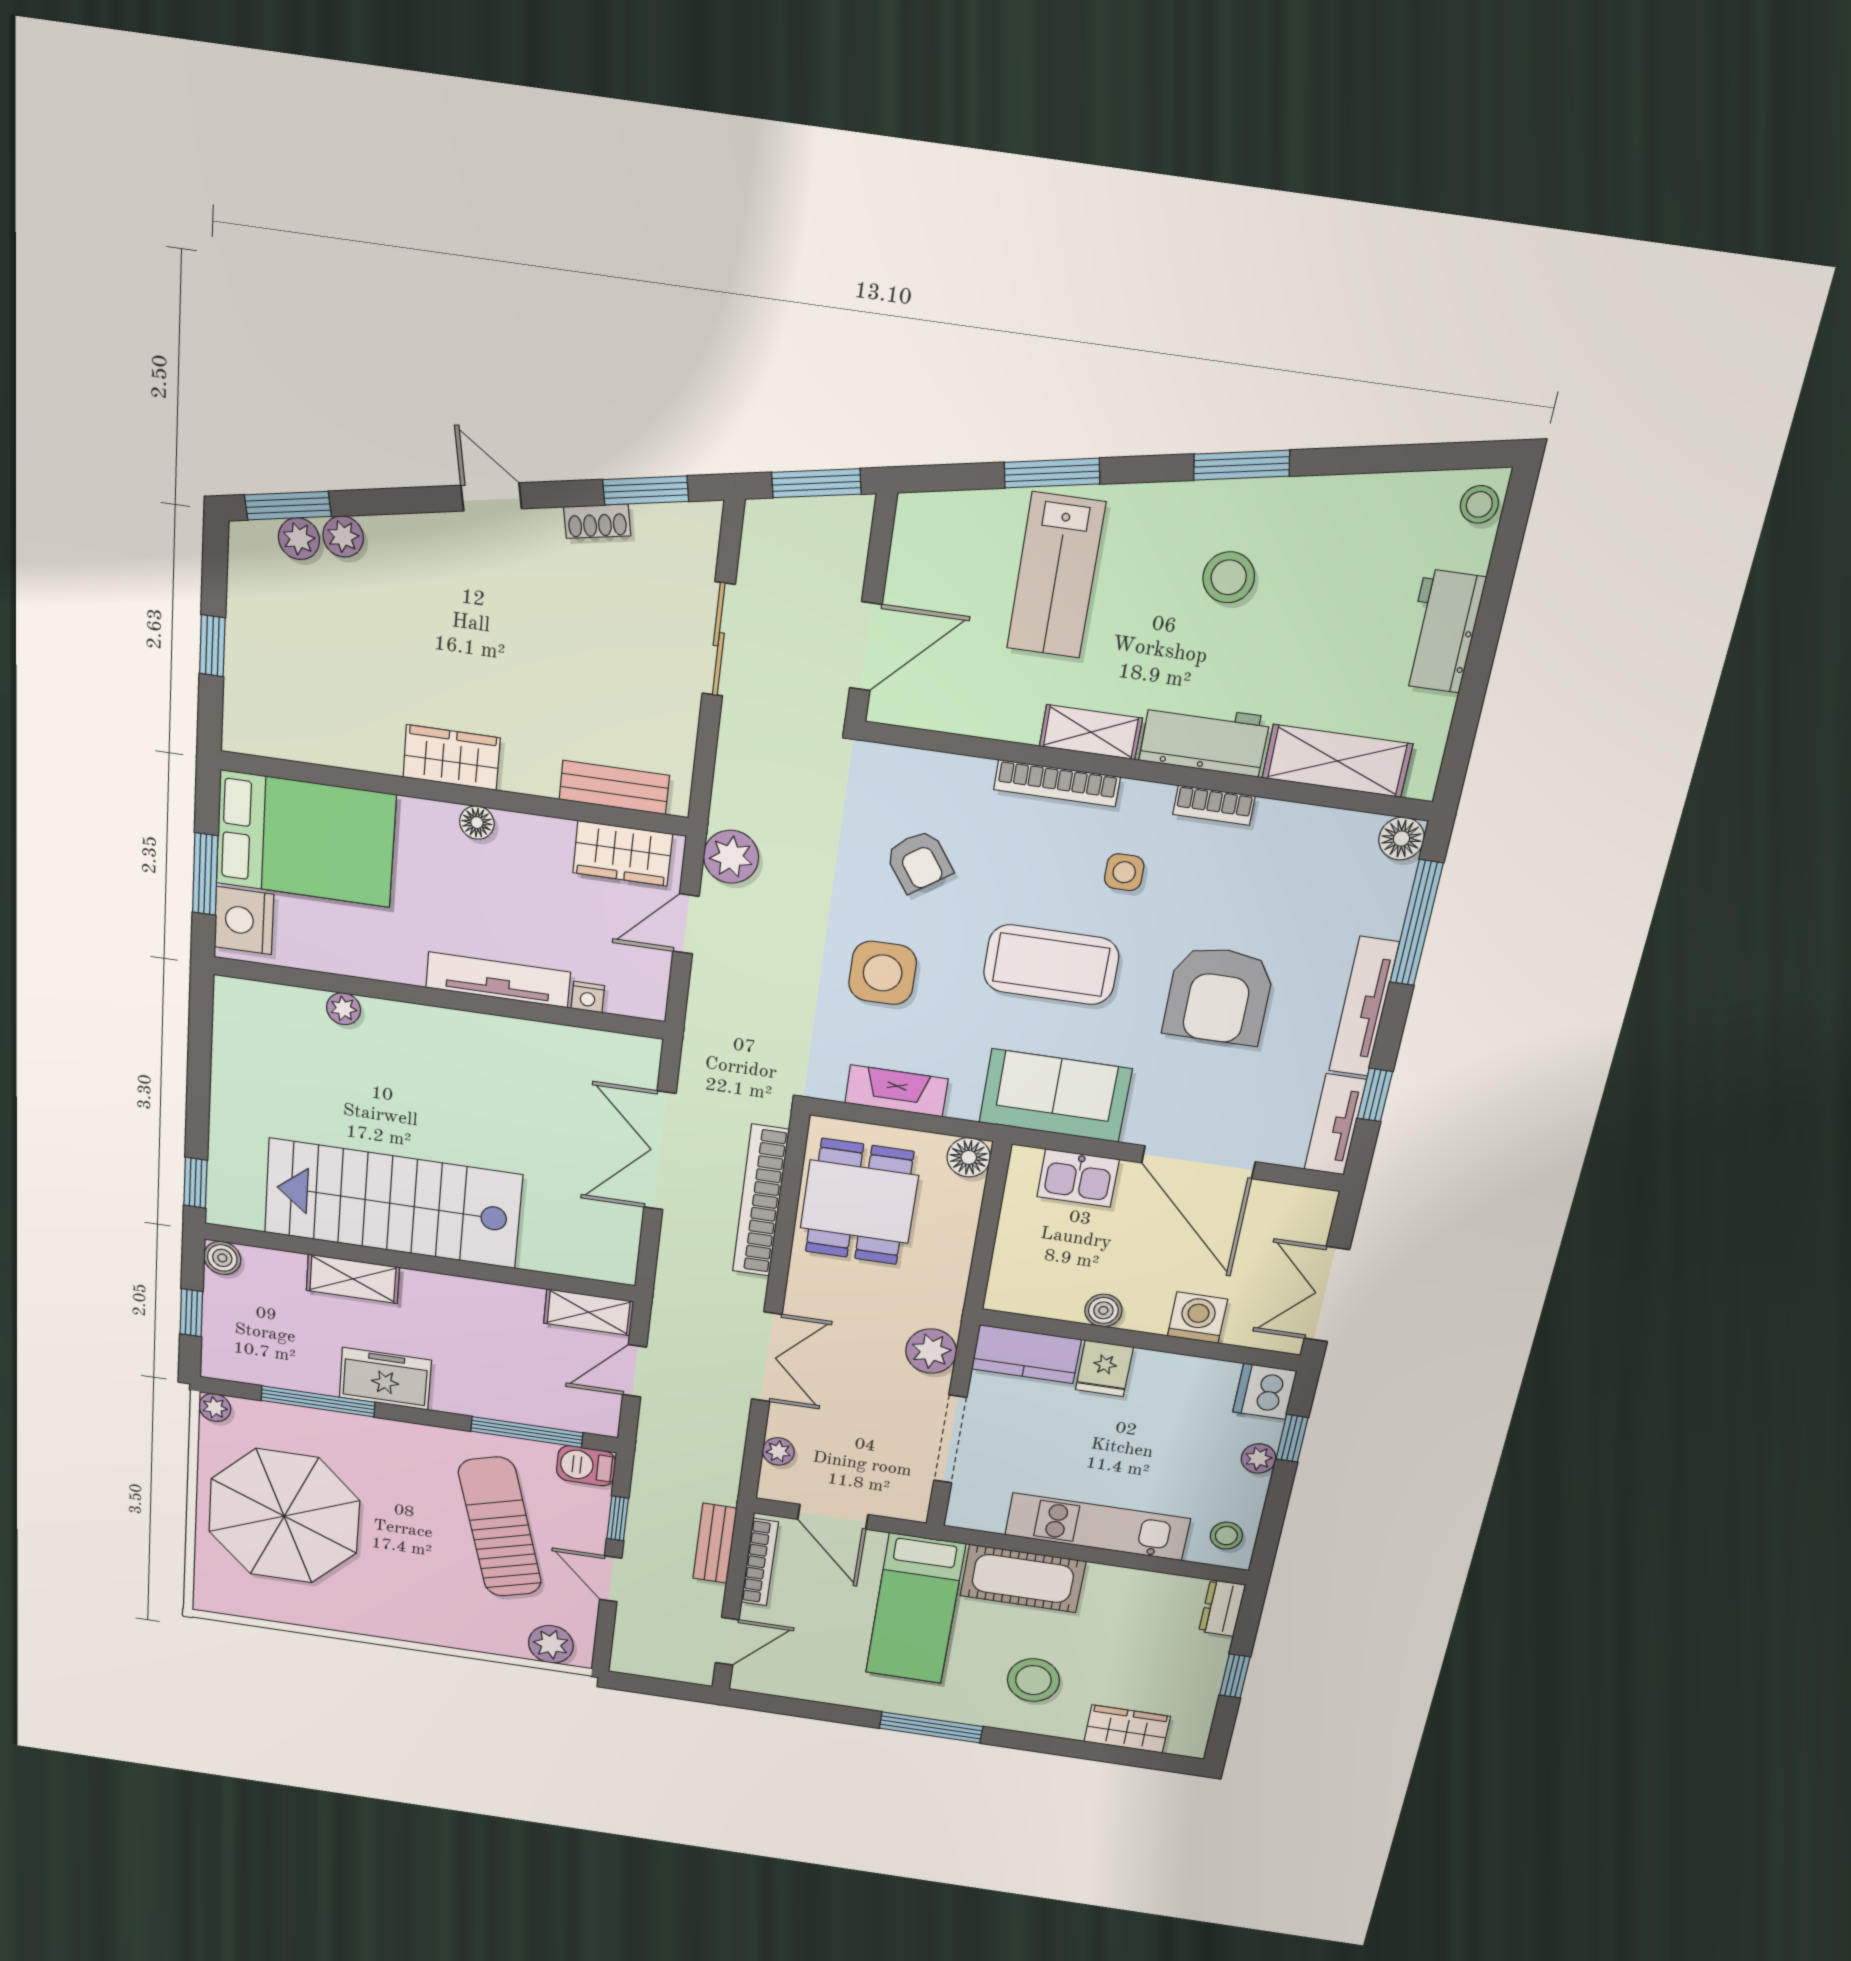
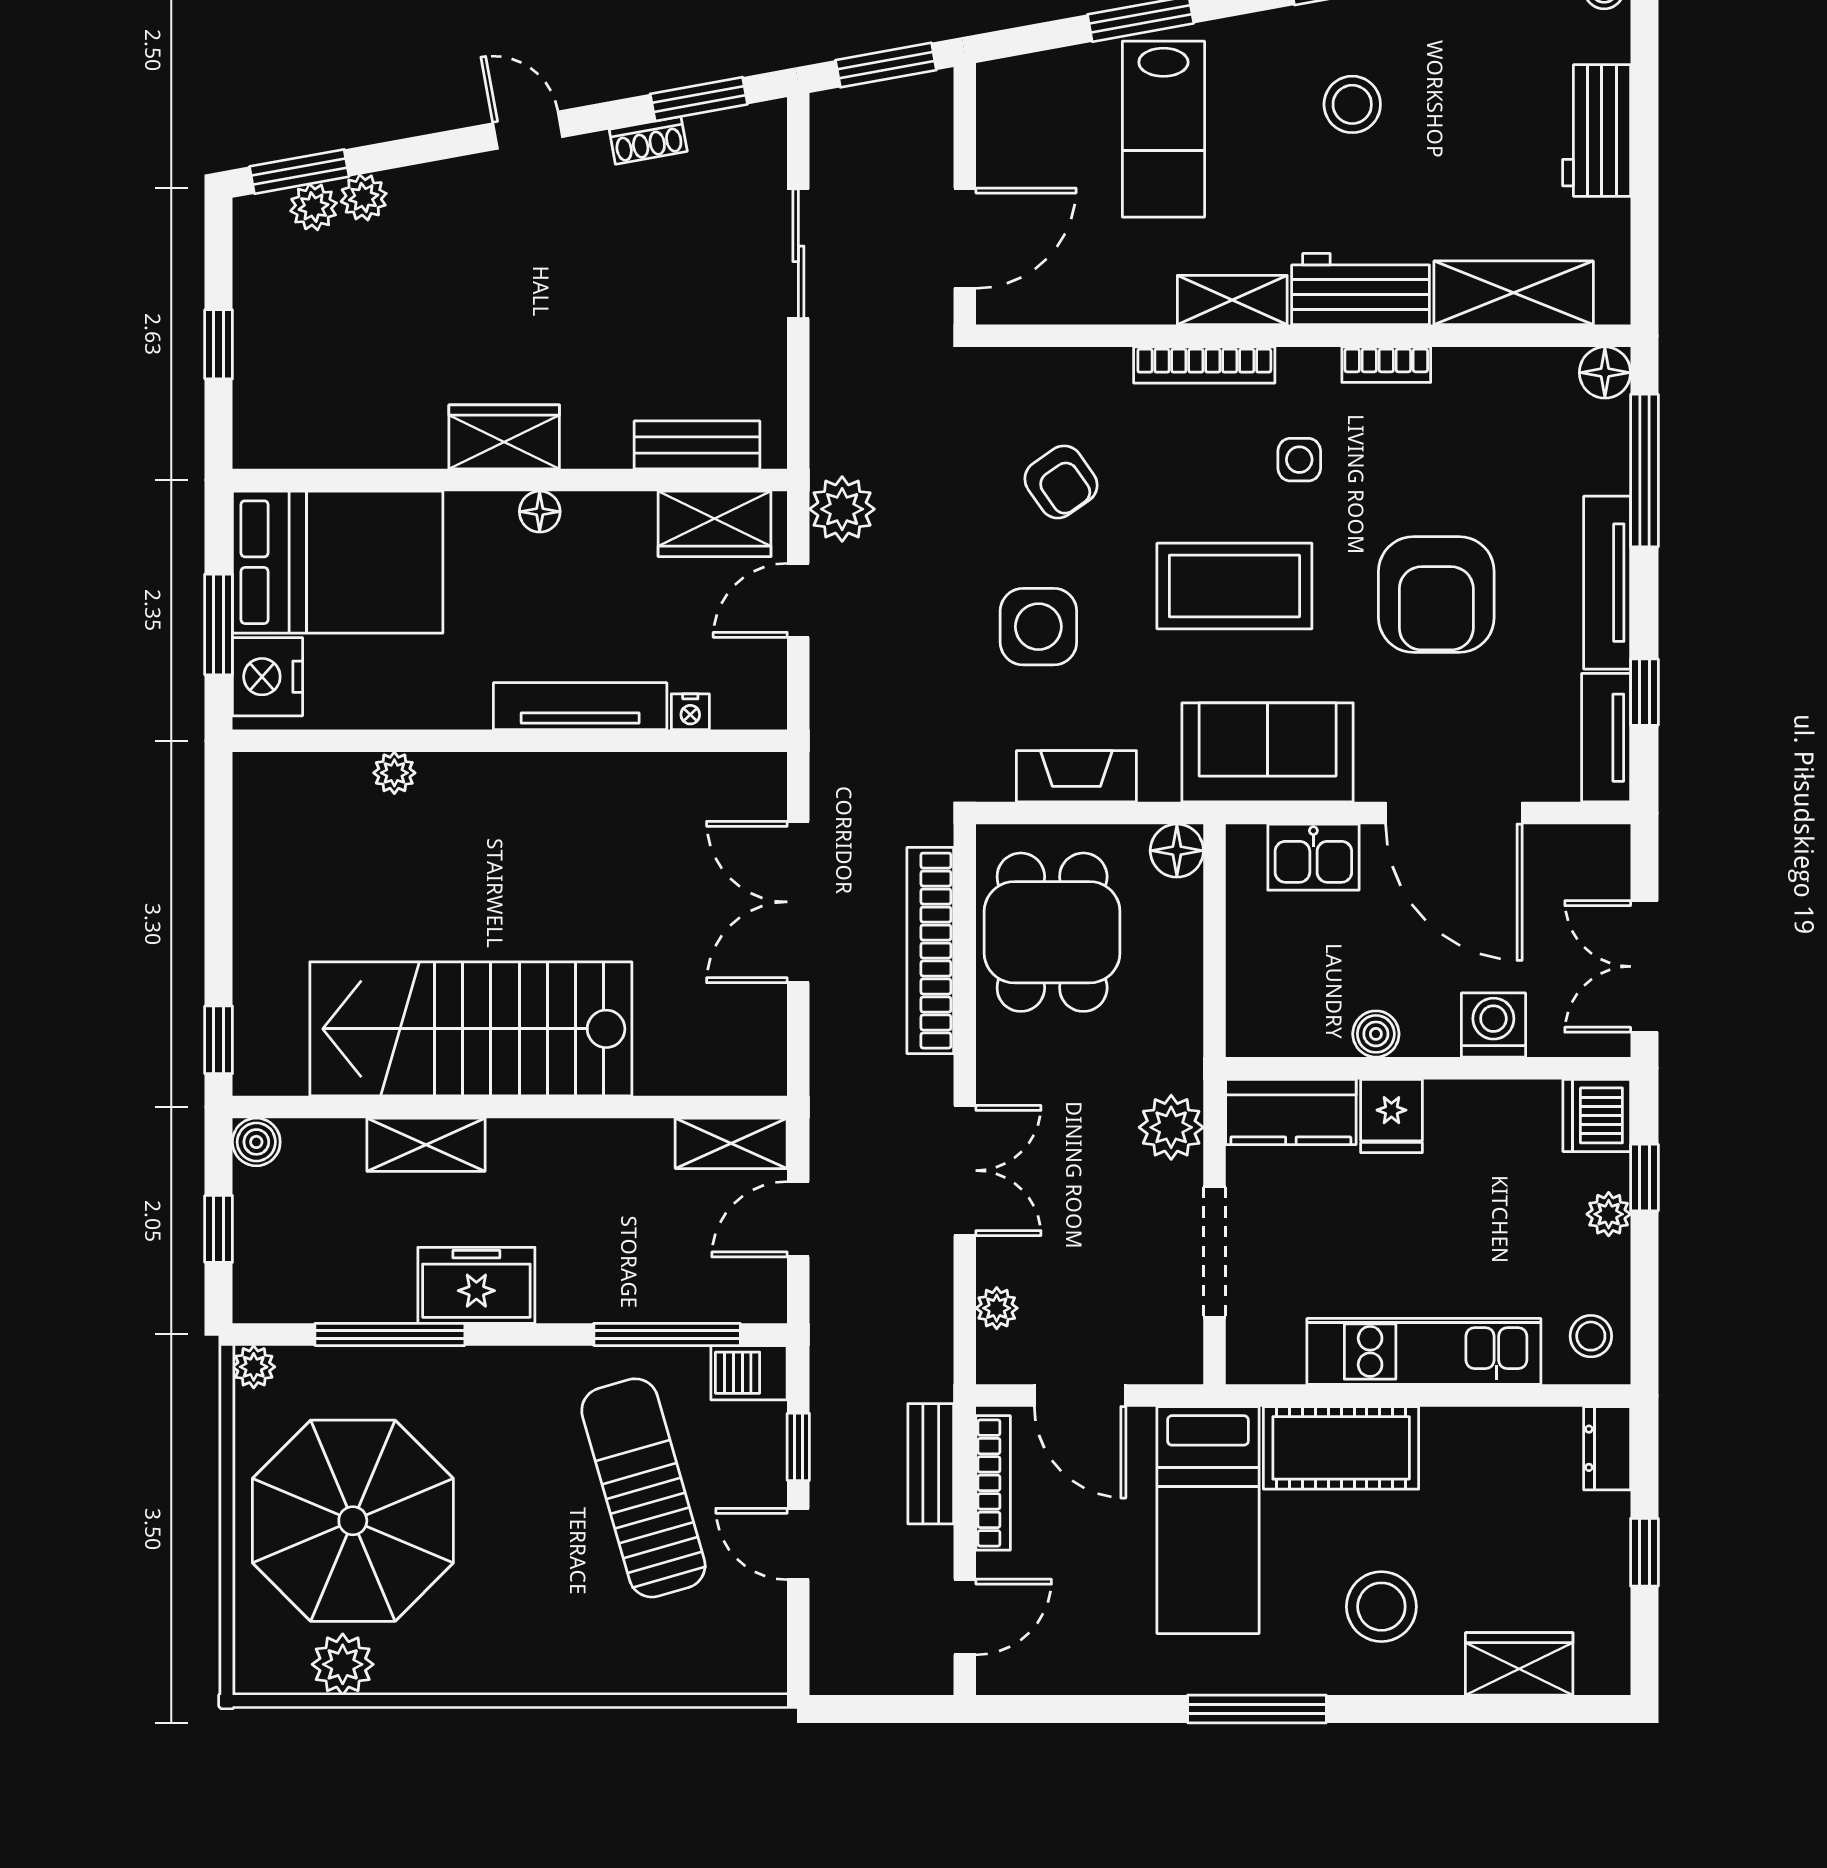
plant: (551, 1644) -> (343, 1664), moved

